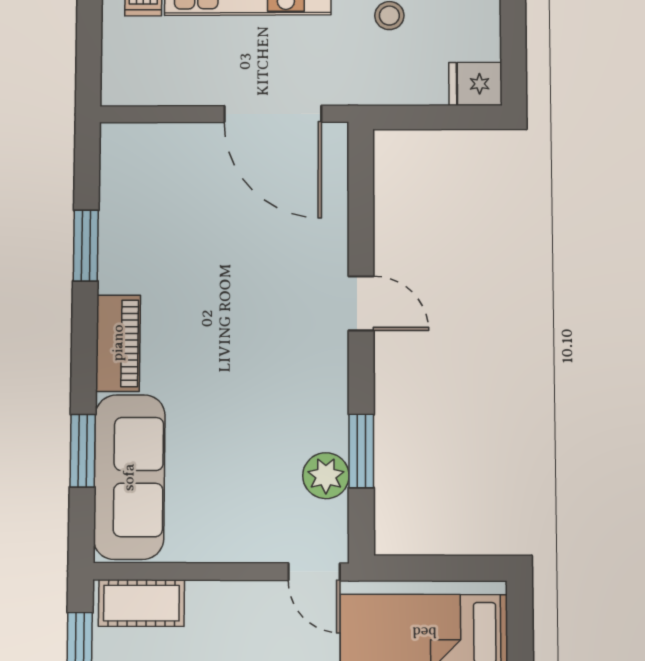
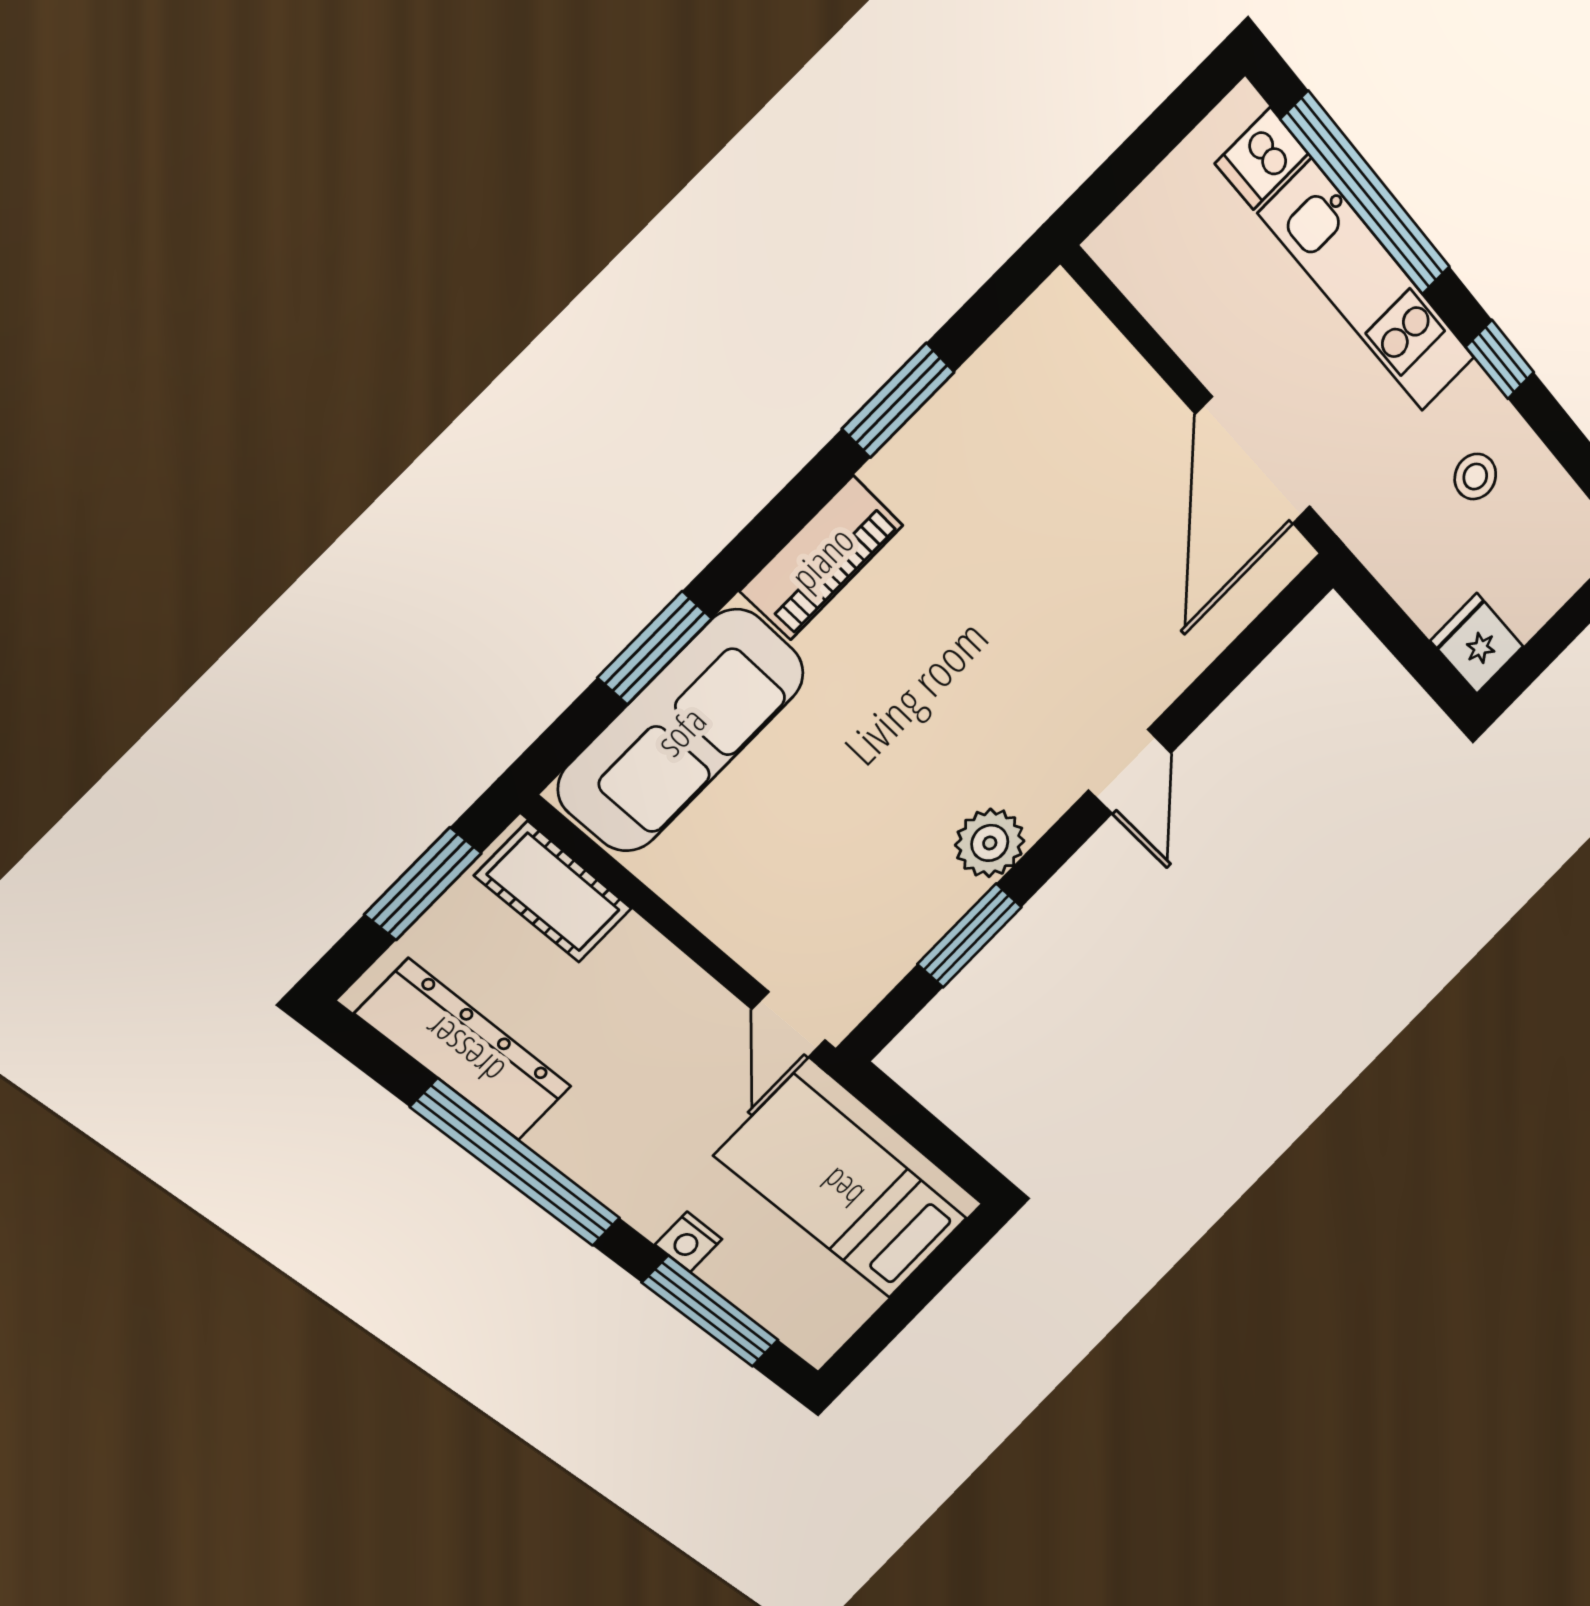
plant: (326, 476) -> (990, 843), moved

